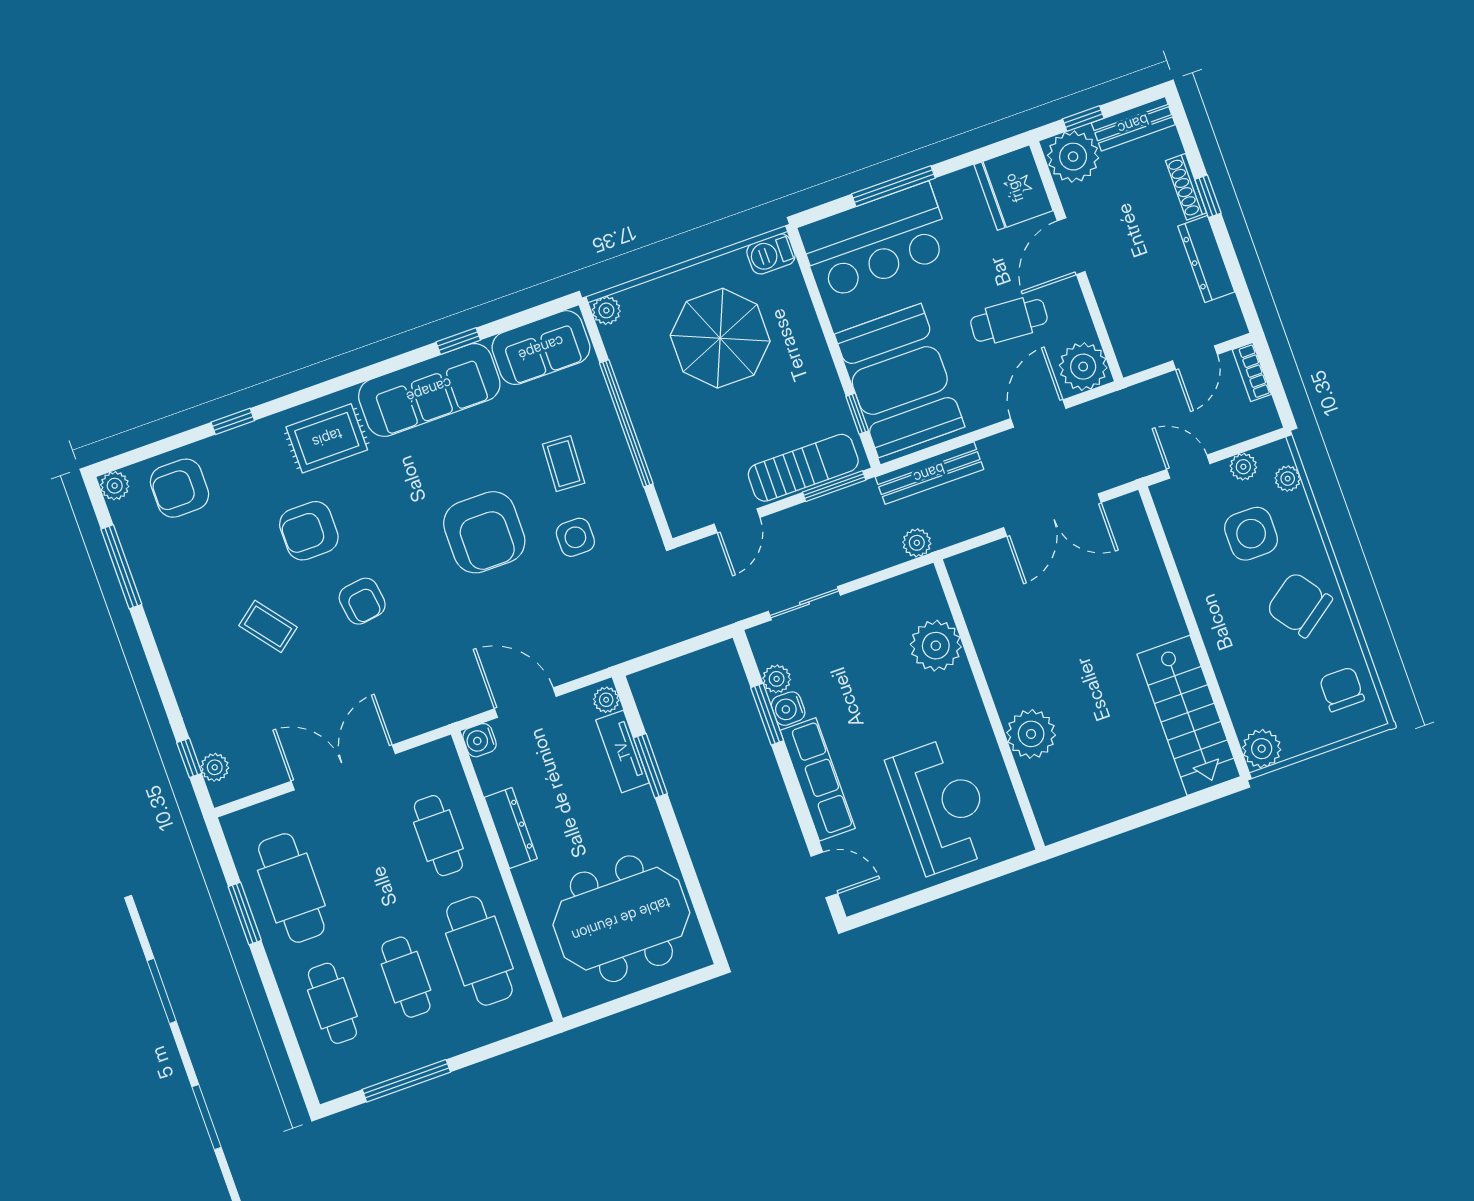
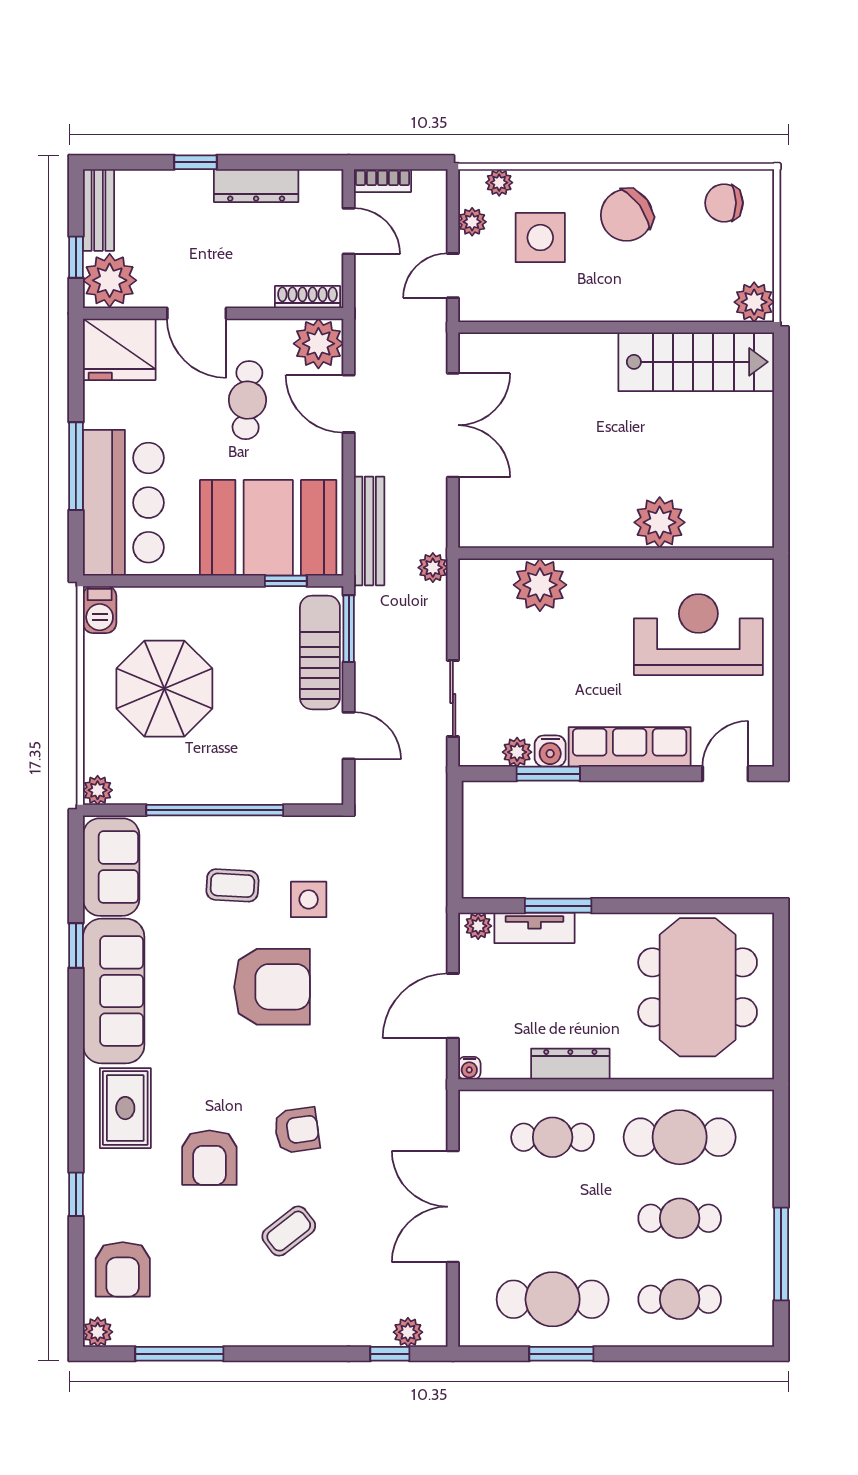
shoe rack: (1186, 187) -> (307, 297), moved, turned 180
water cooler: (480, 740) -> (469, 1068), width x0.72, depth x0.72

